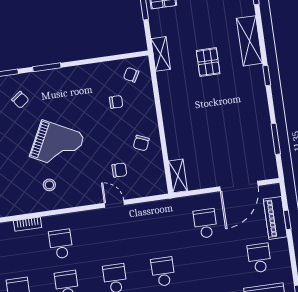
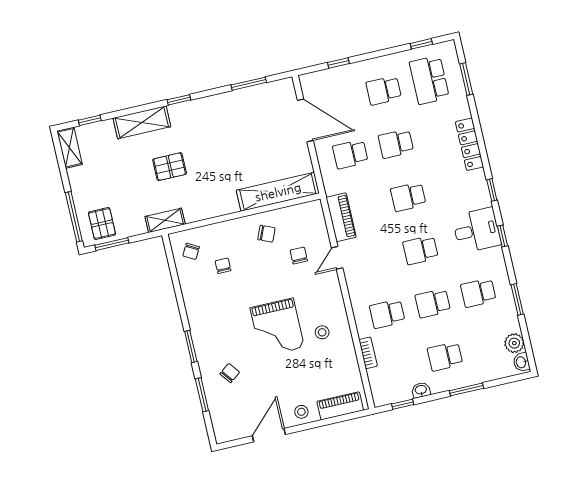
grand piano: (57, 145) -> (277, 327), turned 153
shelving: (178, 176) -> (278, 192), width x2.20, depth x1.33
piano: (275, 218) -> (341, 217), moved, turned -90
school desk: (211, 265) -> (396, 144), added

